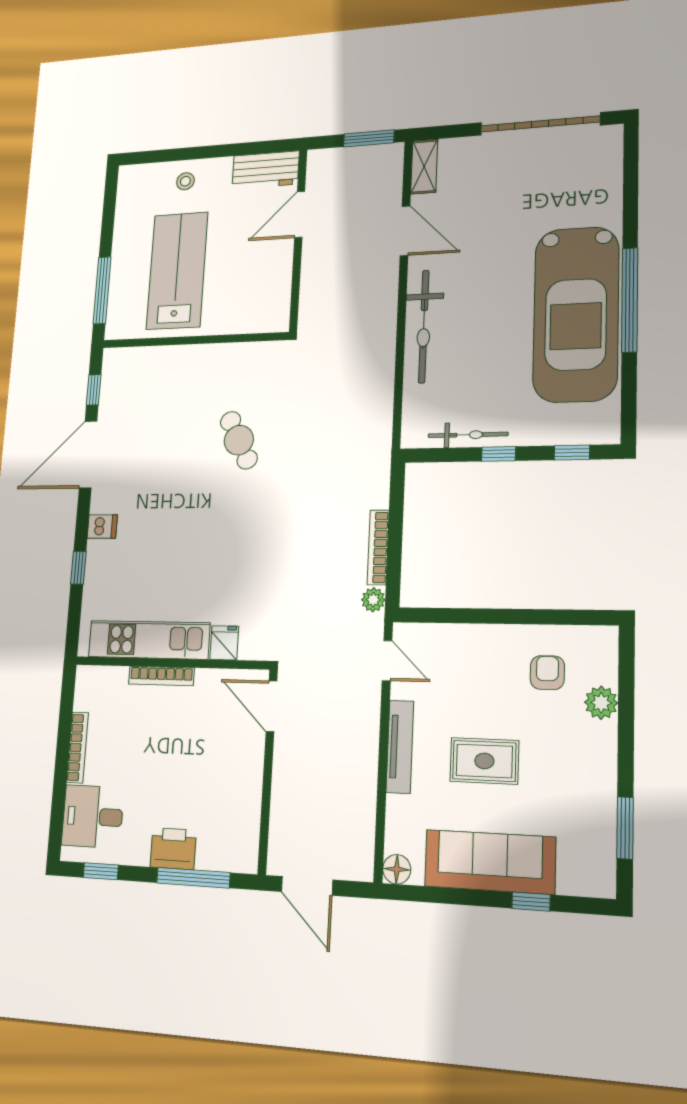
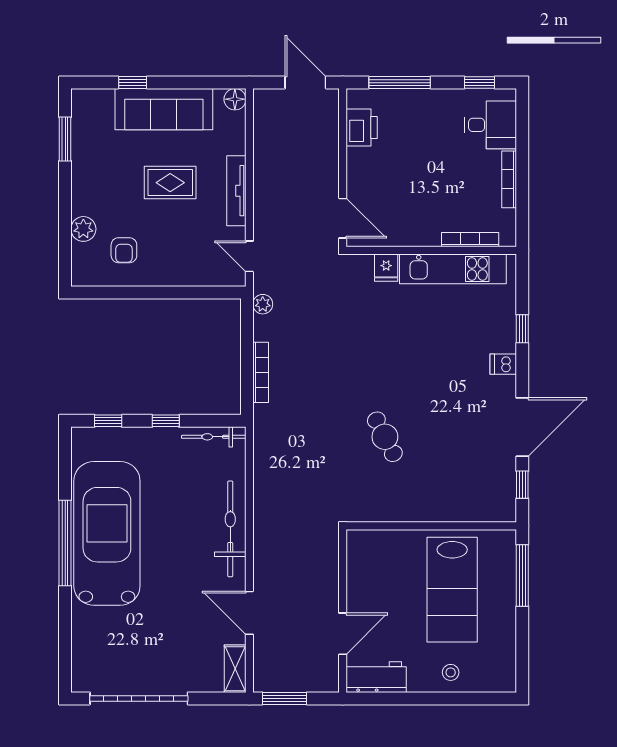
bicycle: (468, 435) -> (214, 437), moved
bookcase: (378, 547) -> (261, 372), moved
bookcase: (161, 676) -> (470, 240), moved
printer: (173, 849) -> (362, 128), moved, turned -90

